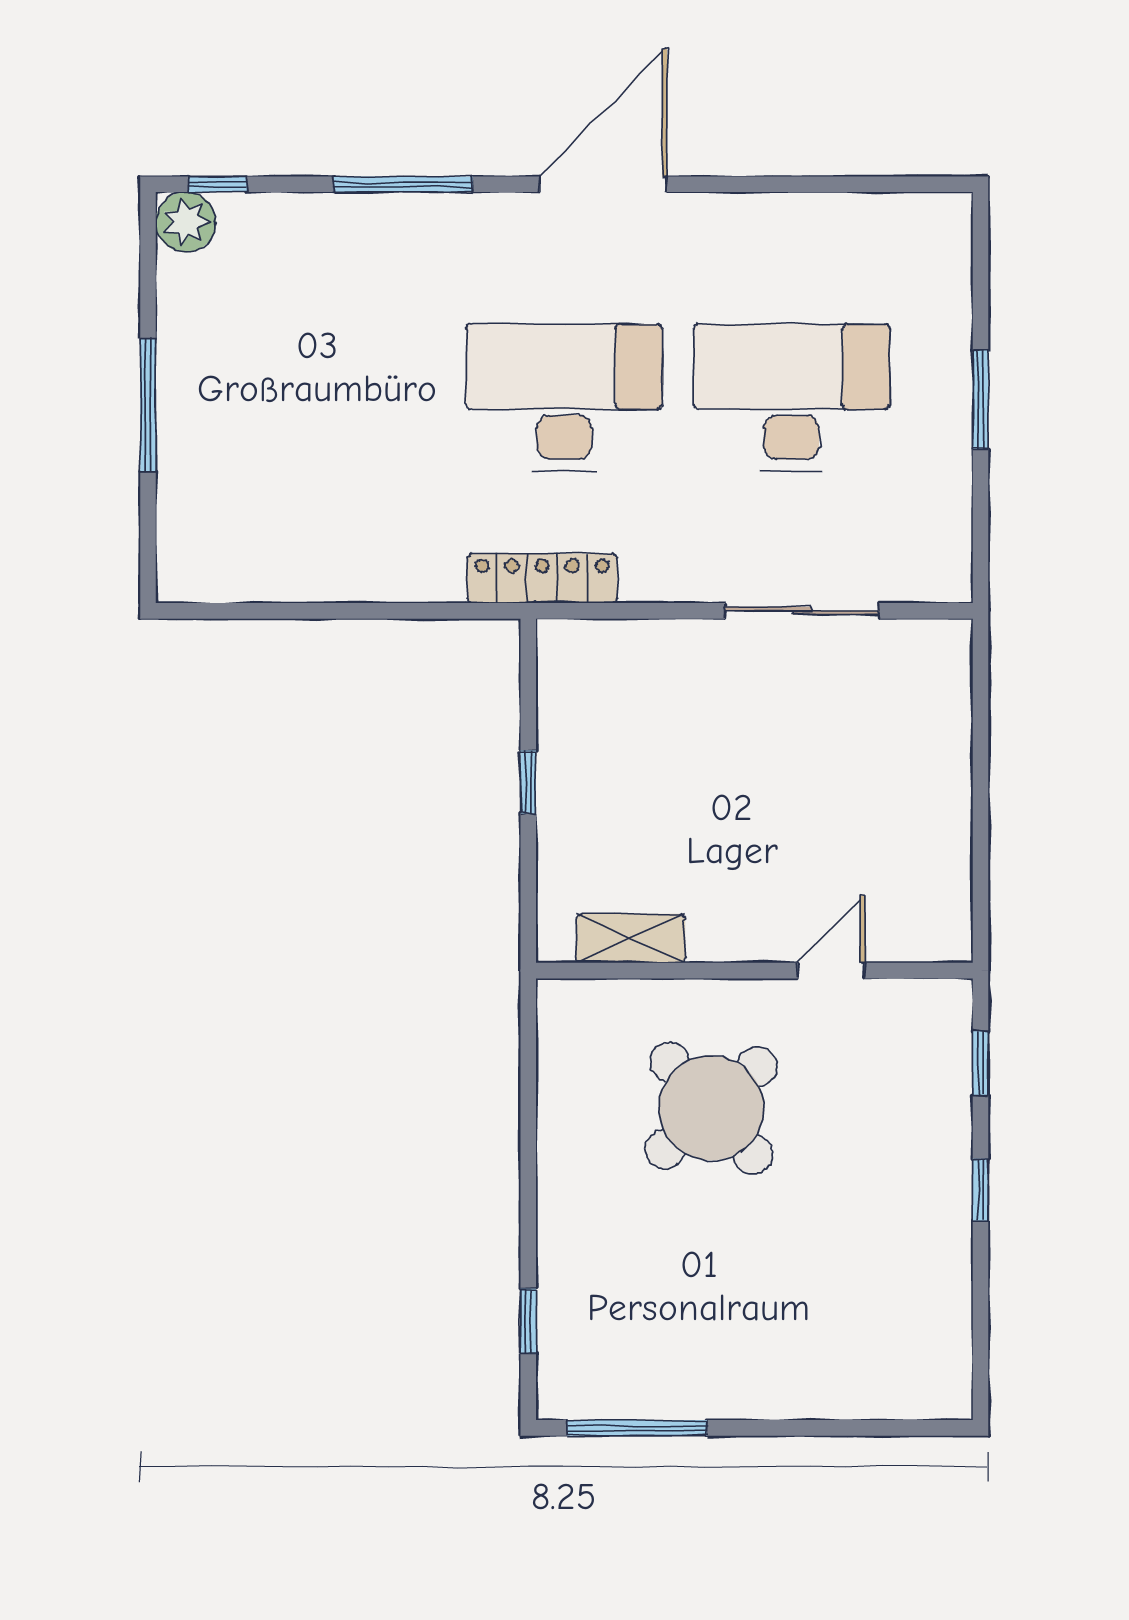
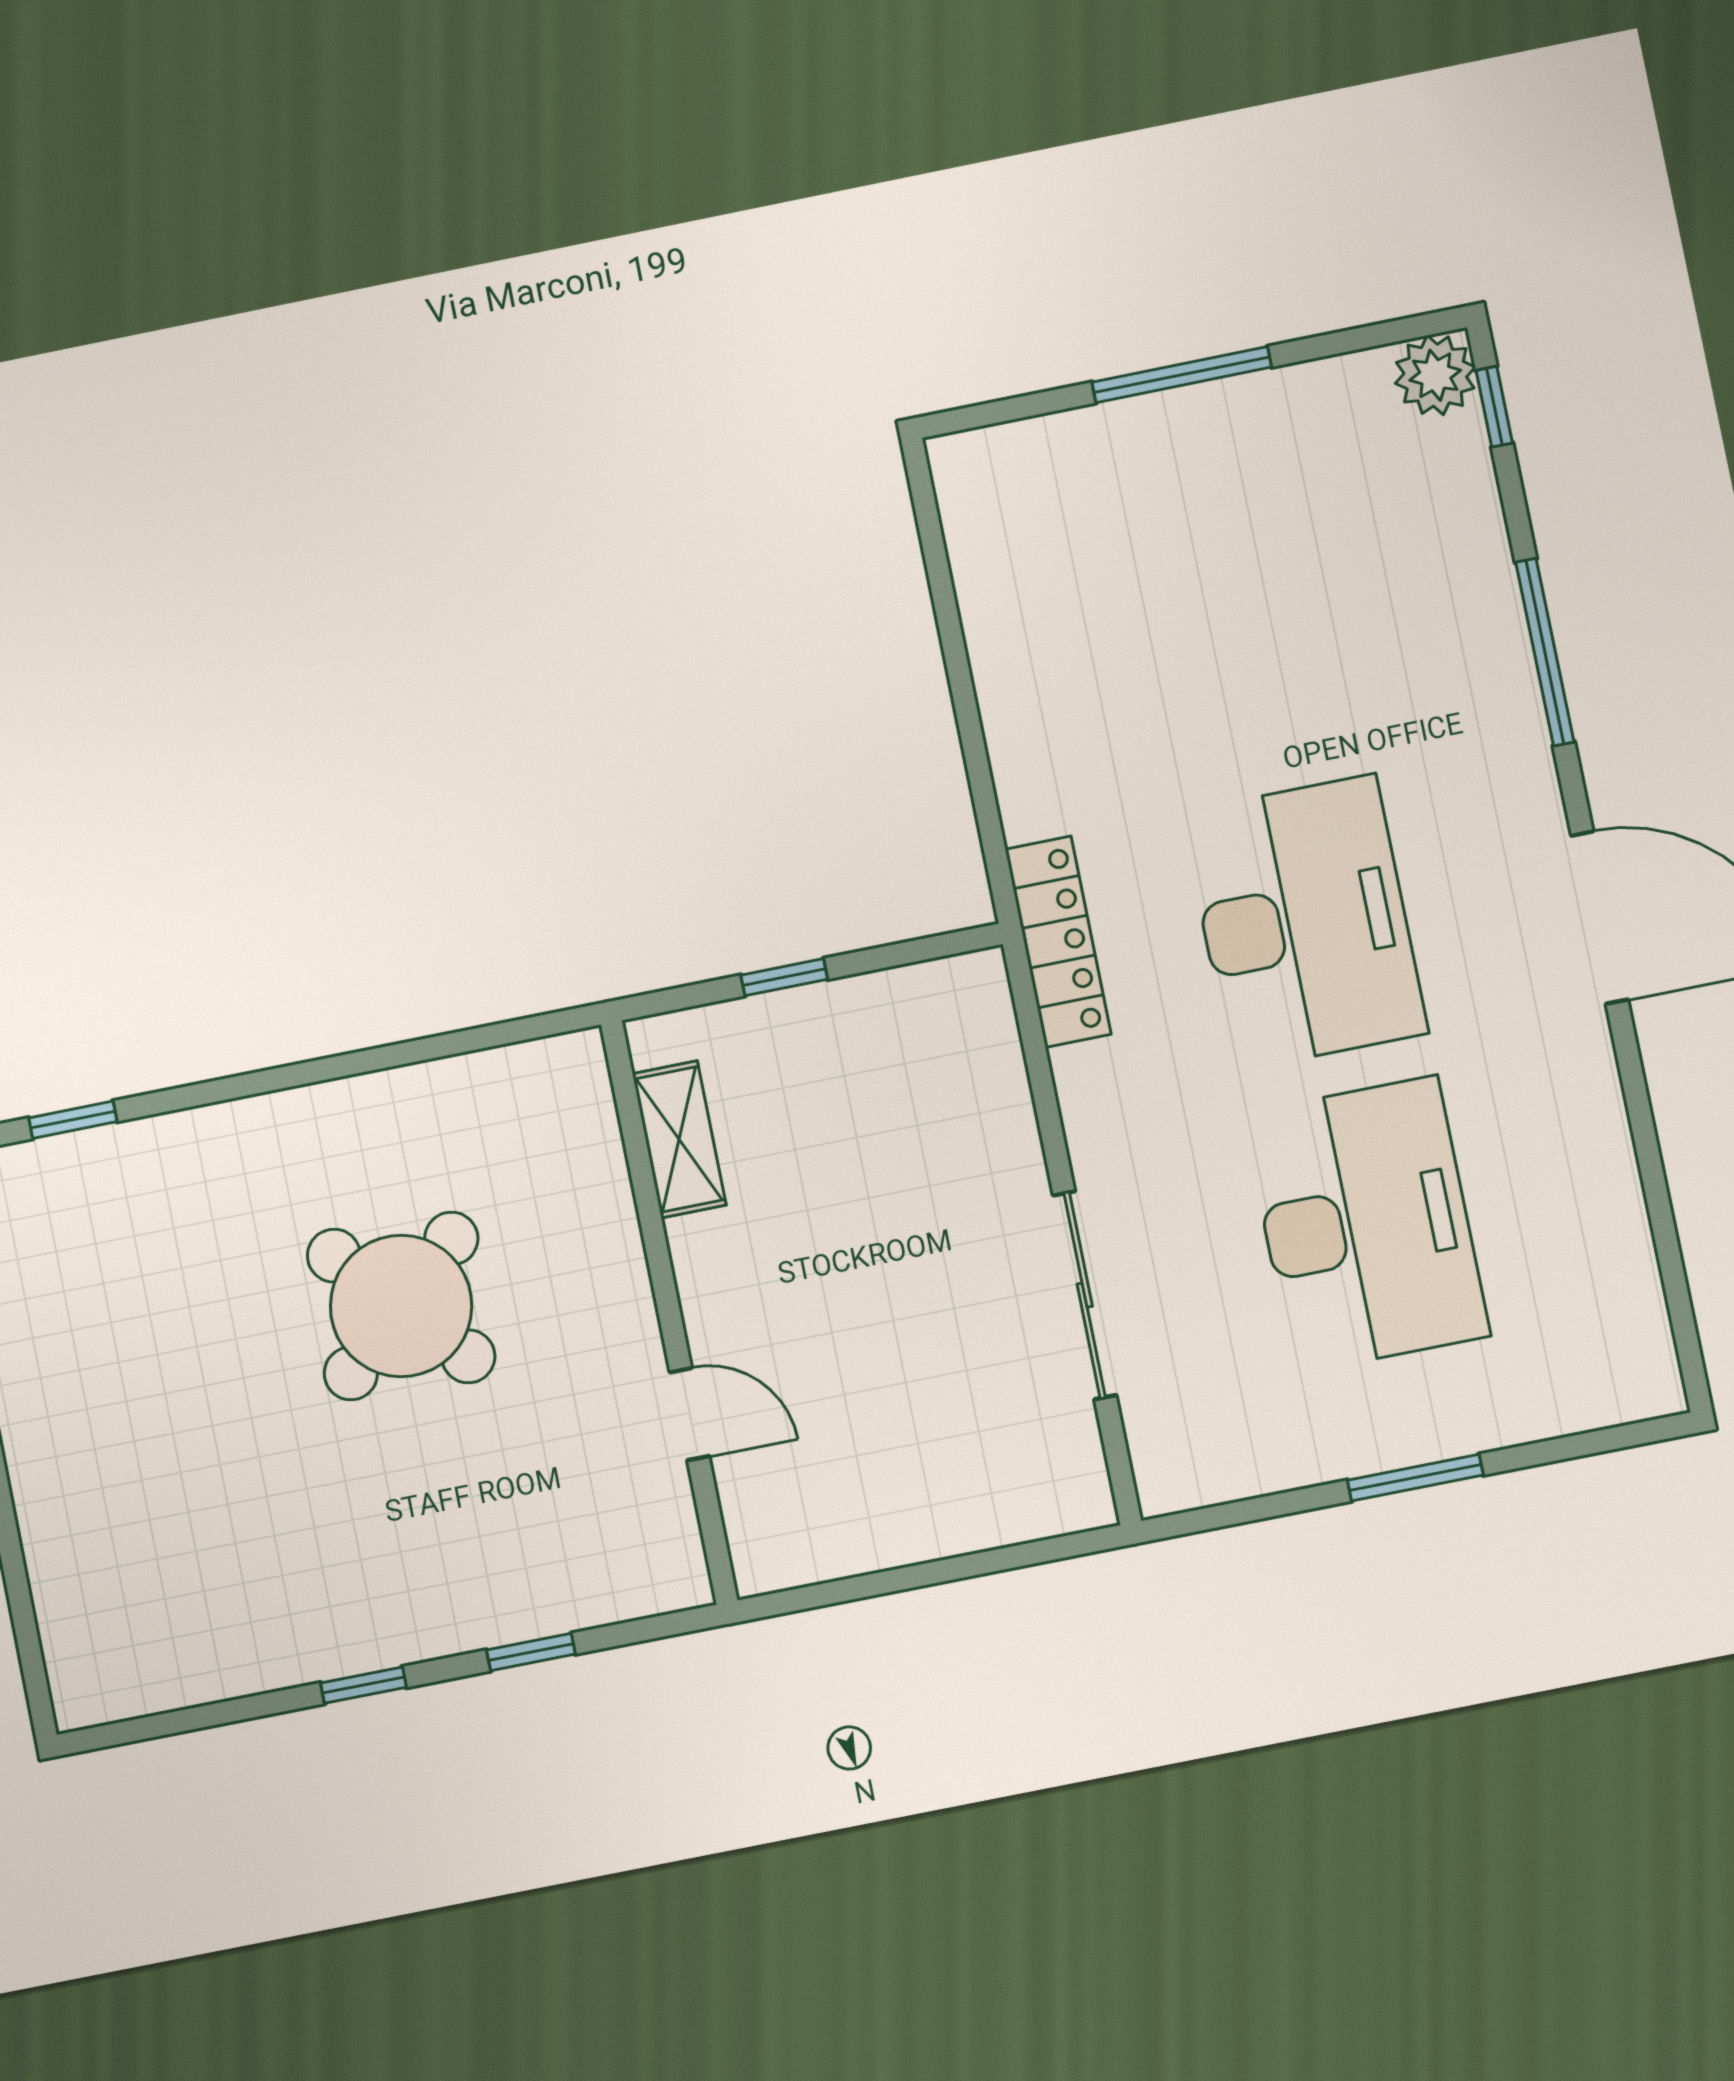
shelving: (631, 938) -> (679, 1139), moved
wall: (754, 971) -> (669, 1312), moved
door: (831, 971) -> (689, 1414), moved

